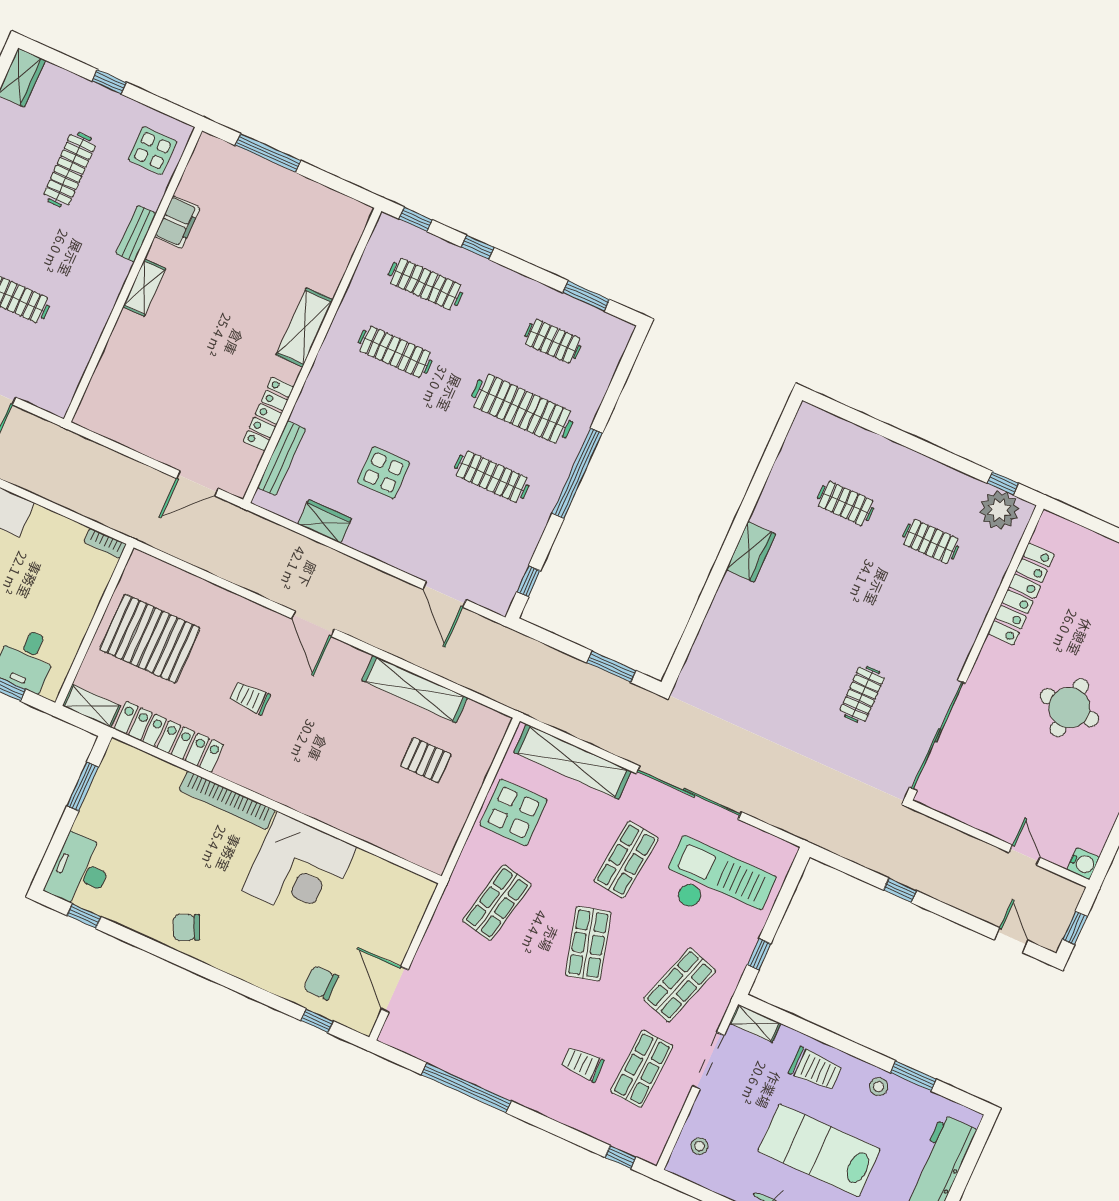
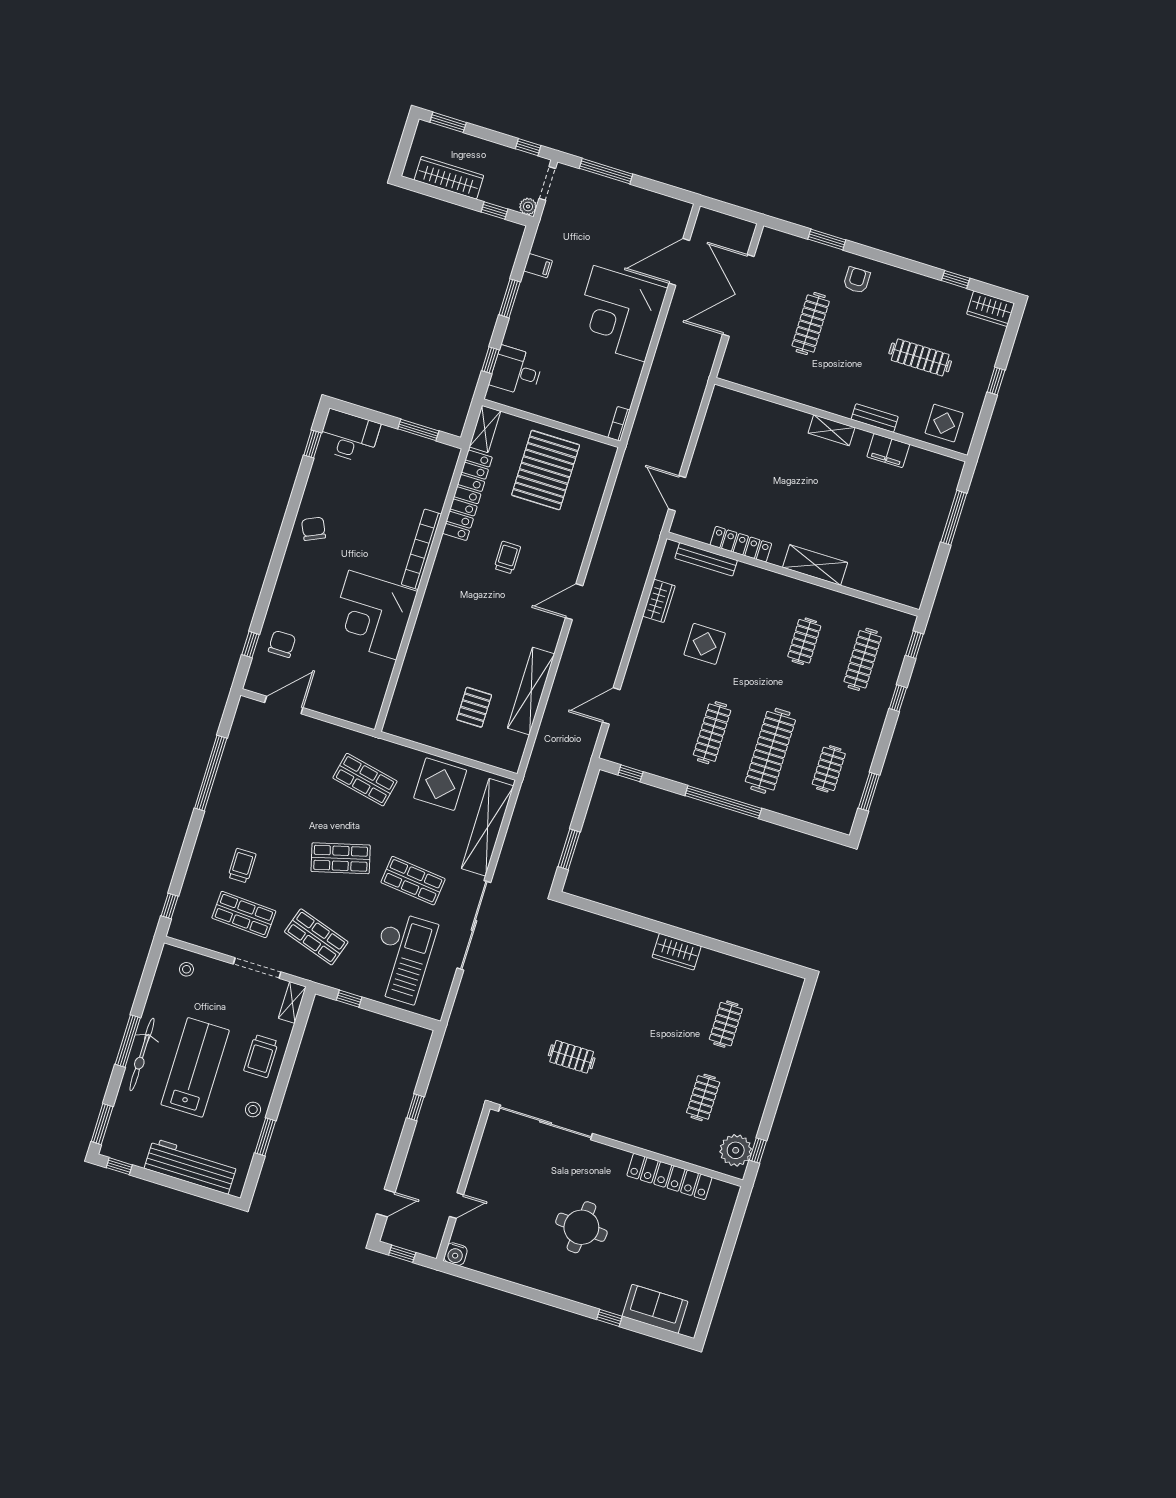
clothes rail: (395, 352) -> (804, 641), width x0.73

